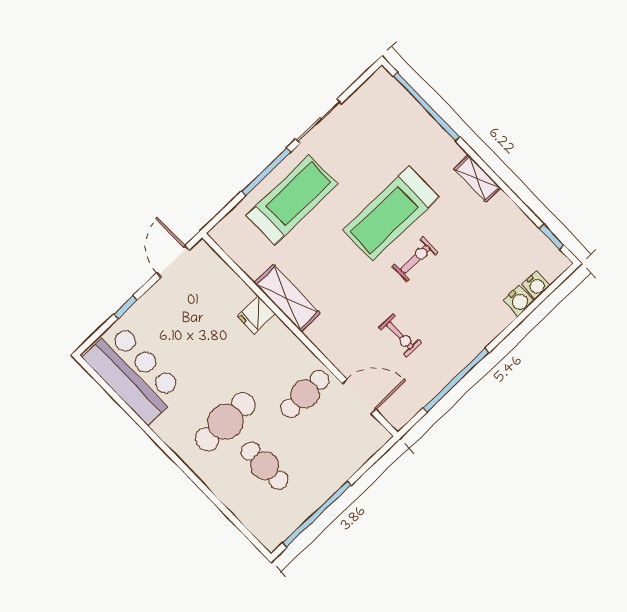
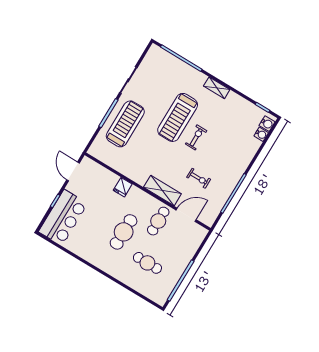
shelving: (287, 298) -> (162, 190), moved
water cooler: (519, 301) -> (267, 124), moved
bar counter: (134, 373) -> (63, 218), moved, turned 90
cafe table: (225, 422) -> (124, 232), moved

